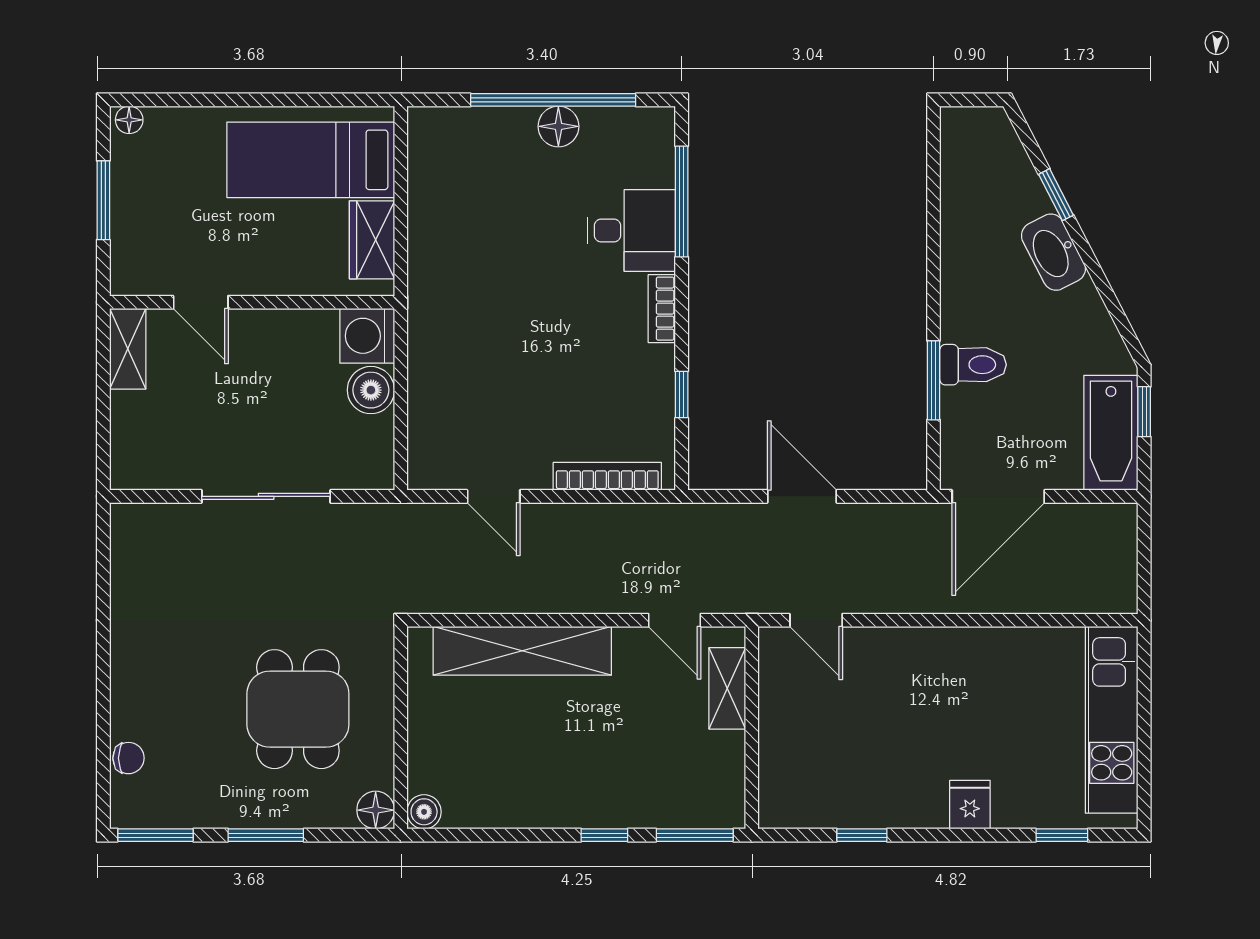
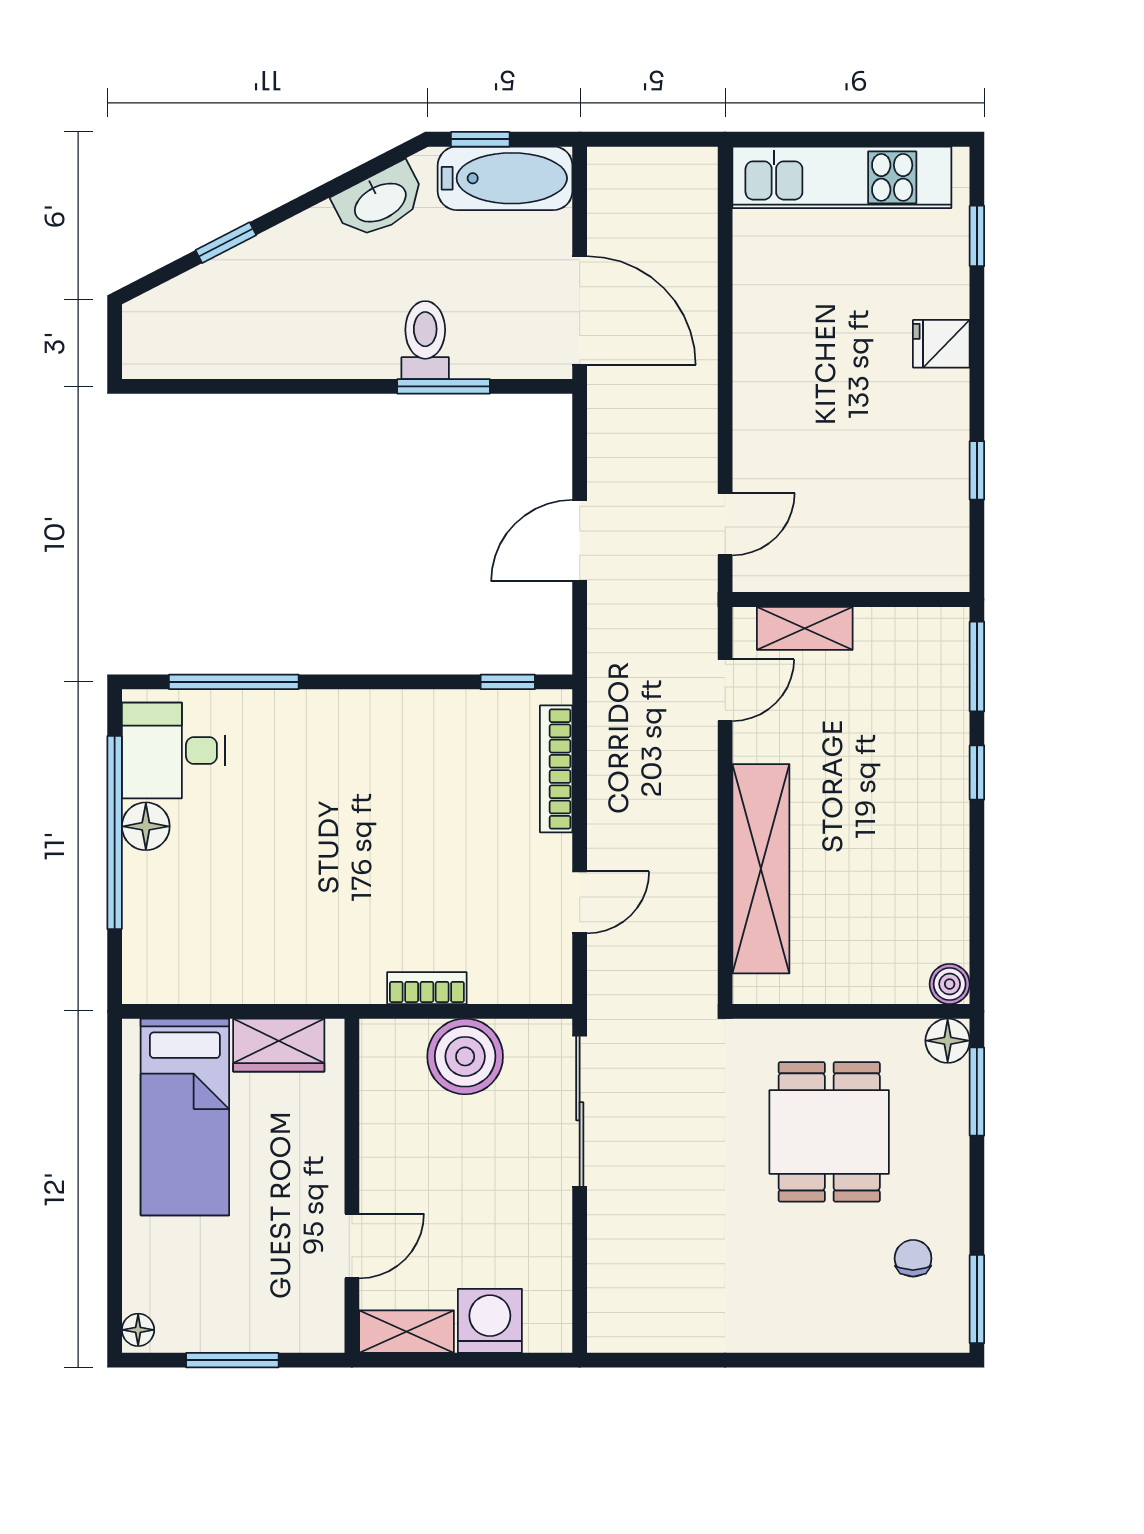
desk: (631, 230) -> (174, 751), moved, turned -90
washbasin: (1053, 252) -> (380, 201), moved
bookcase: (662, 309) -> (427, 988), moved, turned 180
washing machine: (367, 336) -> (490, 1321), moved, turned 180
boiler: (371, 390) -> (465, 1056), width x1.37, depth x1.37
window: (682, 395) -> (508, 682), moved
sliding door: (266, 496) -> (580, 1111), moved
dining table: (298, 709) -> (829, 1132), turned 90
chair: (128, 758) -> (913, 1258), moved
window: (266, 835) -> (977, 1092), moved

